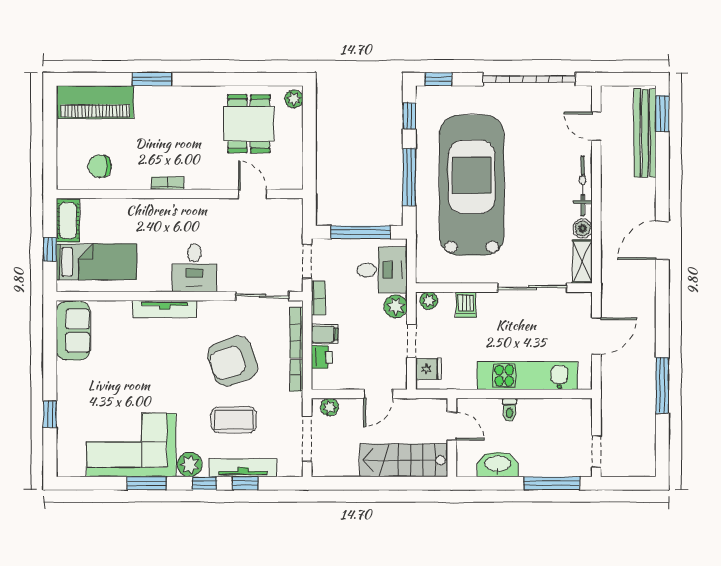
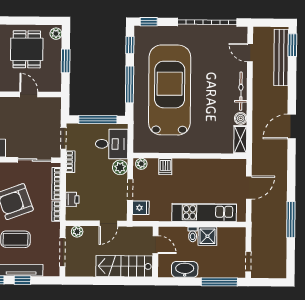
window: (309, 141) -> (66, 61), added
sliding door: (532, 288) -> (208, 156), removed
filing cabinet: (325, 334) -> (74, 185), removed
shower: (533, 412) -> (207, 236), added

